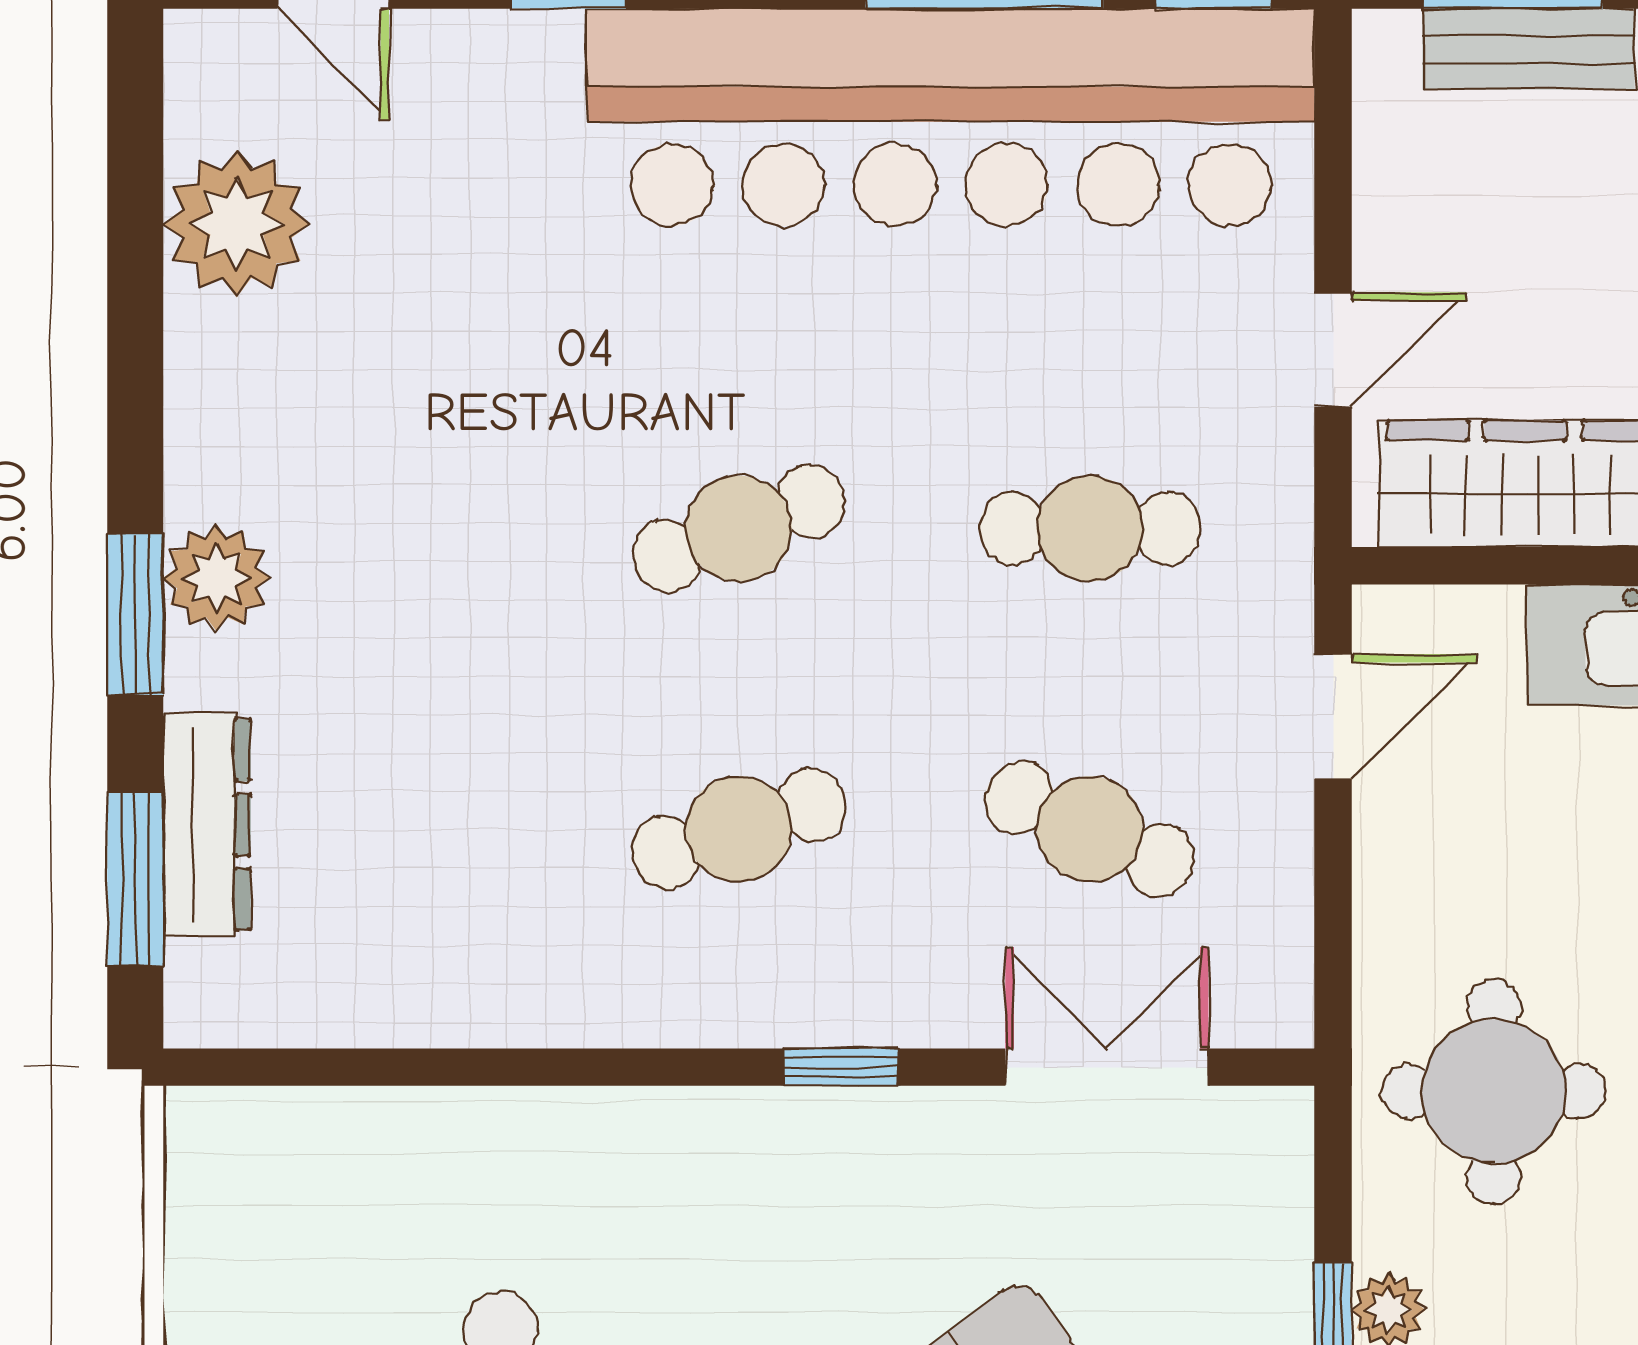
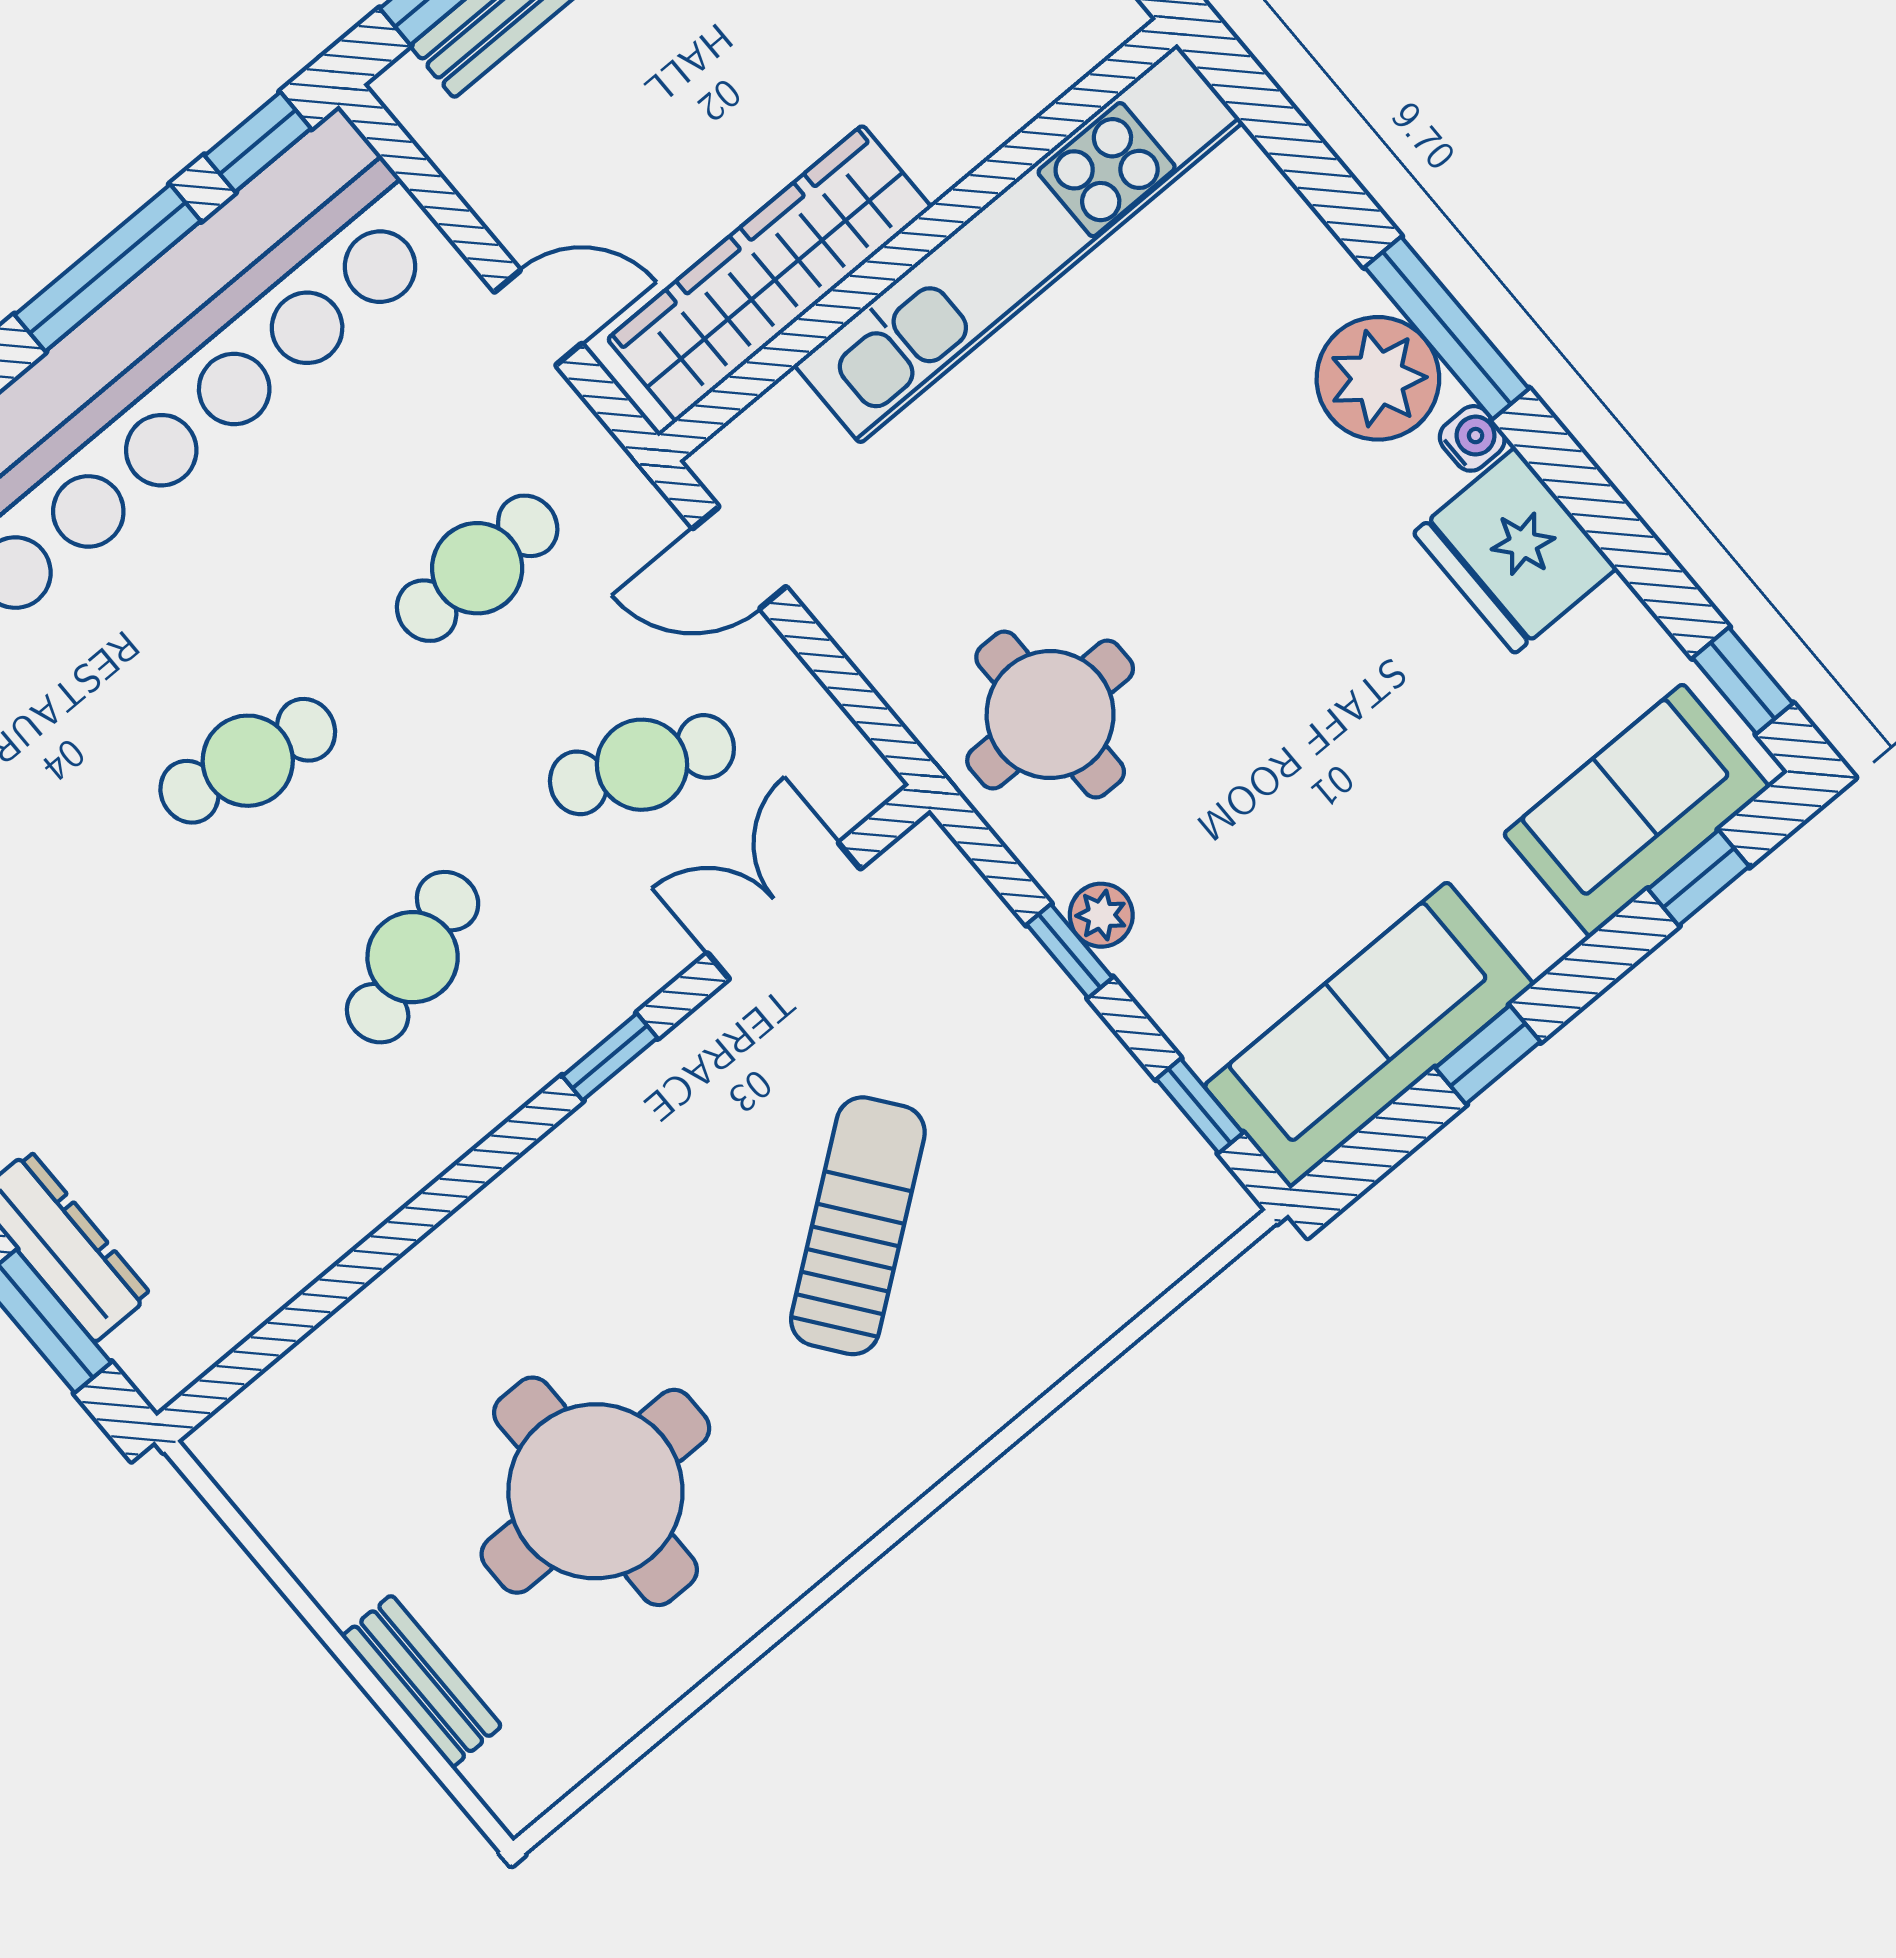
door: (1333, 350) -> (538, 318), hinge flipped
cafe table: (739, 529) -> (248, 761), turned 33
door: (1333, 717) -> (739, 558), swing flipped

